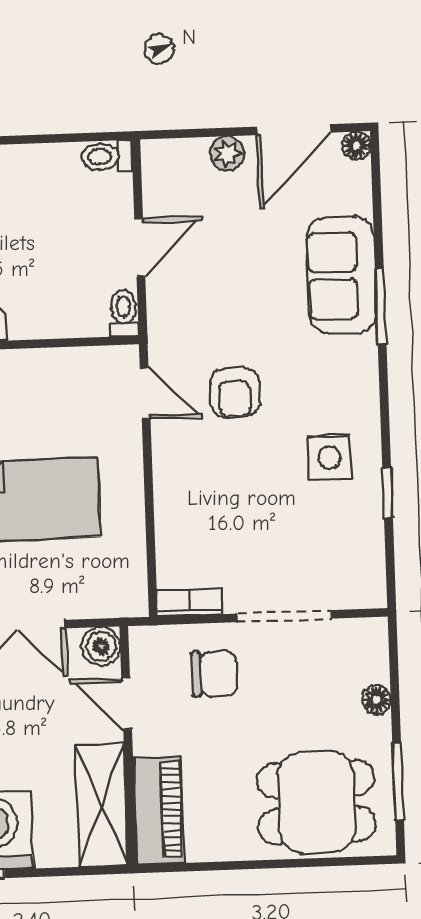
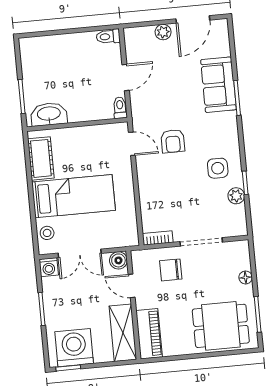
floor lamp: (356, 146) -> (222, 25), removed
plant: (366, 520) -> (236, 196), added
chair: (214, 674) -> (171, 270), turned 180

